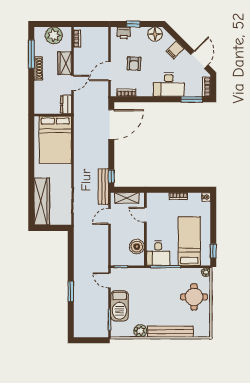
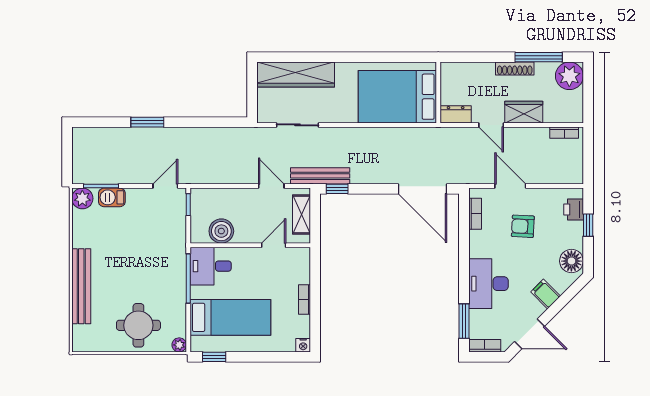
plant: (54, 35) -> (569, 76), moved
barbecue: (119, 306) -> (112, 197), width x0.53, depth x0.65
plant: (140, 331) -> (82, 198), moved

